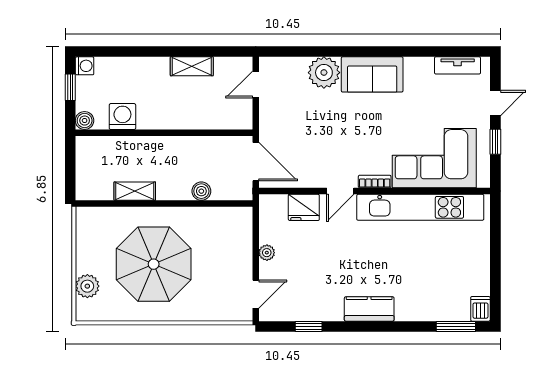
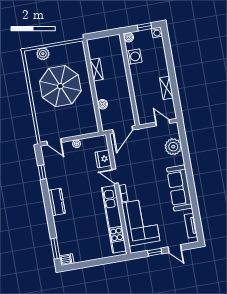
plant: (324, 73) -> (173, 147), moved
sofa: (372, 74) -> (179, 188), width x1.36

